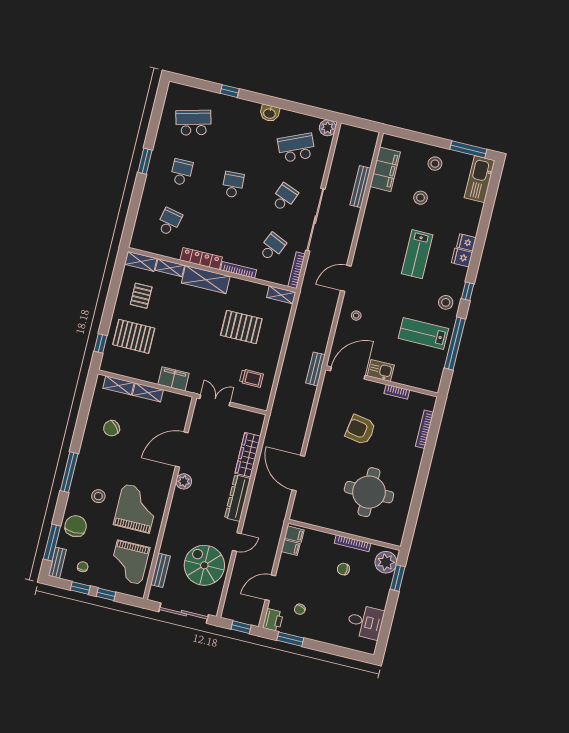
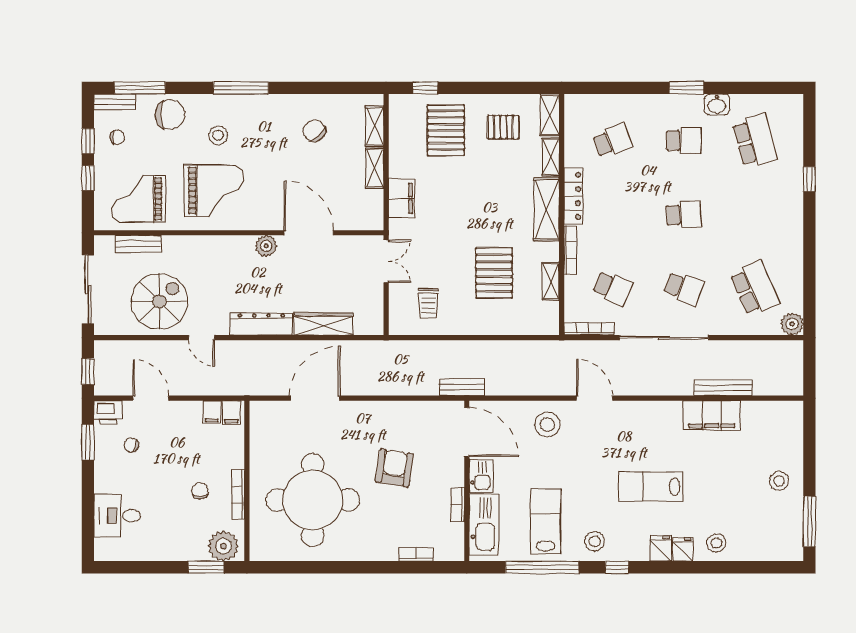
washbasin: (270, 113) -> (717, 105), moved, turned -90
filing cabinet: (385, 169) -> (712, 415), moved
kitchen sink: (480, 179) -> (484, 525), moved, turned 90
stool: (421, 198) -> (716, 543), moved
school desk: (169, 222) -> (613, 141), turned -33
shelving: (281, 295) -> (551, 281), moved
stool: (356, 316) -> (547, 424), width x1.89, depth x1.89
bookcase: (425, 429) -> (416, 554), width x0.64
round table: (369, 492) -> (313, 500), width x1.36, depth x1.36
desk: (365, 622) -> (117, 516), moved, turned 90

